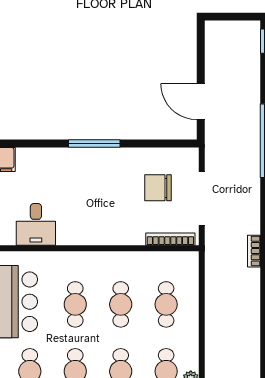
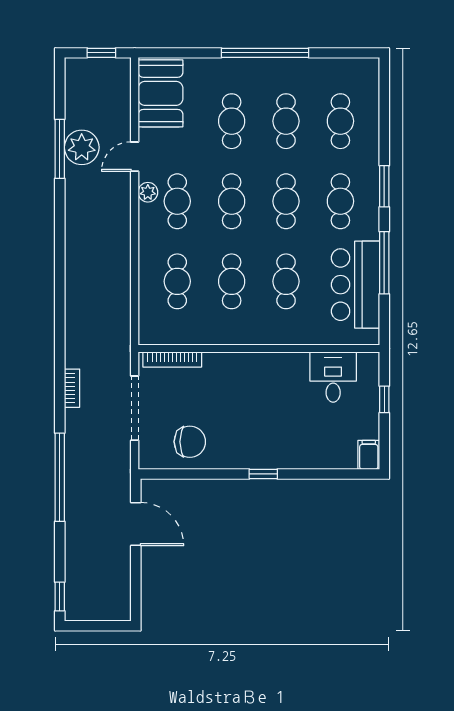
window: (94, 144) -> (263, 474), width x0.46
chair: (158, 188) -> (190, 442), moved
bookcase: (254, 251) -> (72, 388), moved

